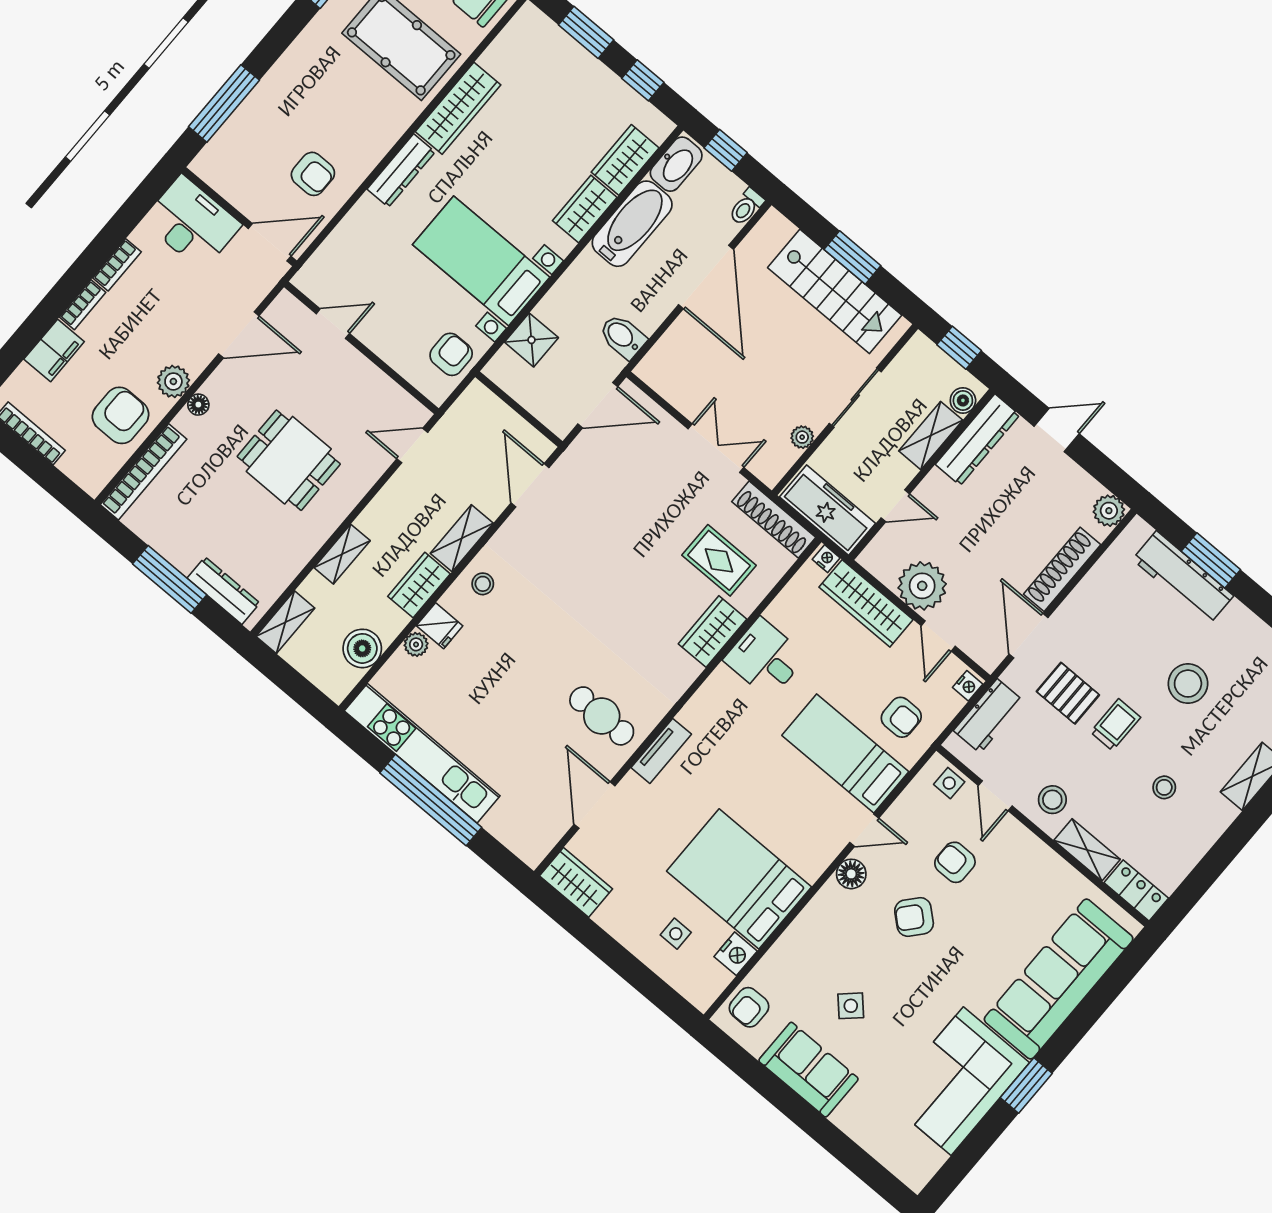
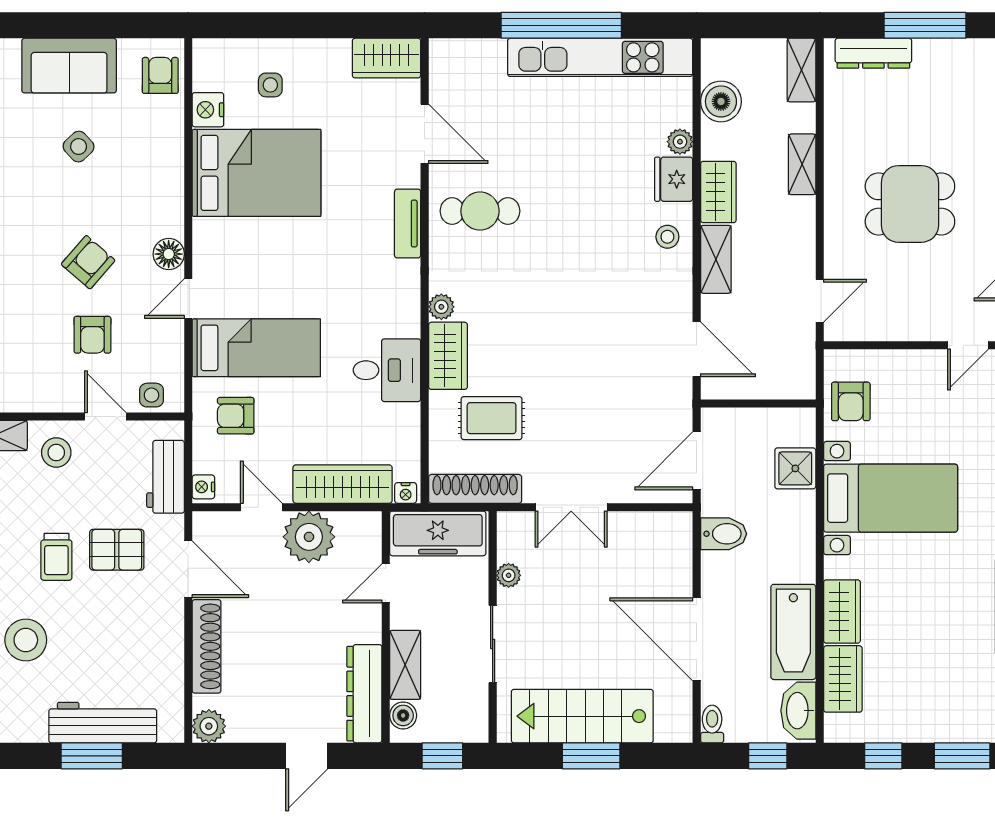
fridge: (440, 626) -> (674, 179), width x1.38
plant: (688, 671) -> (441, 307), added
armchair: (955, 862) -> (92, 335), turned 90

